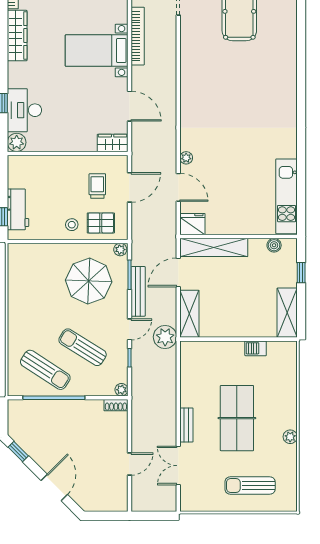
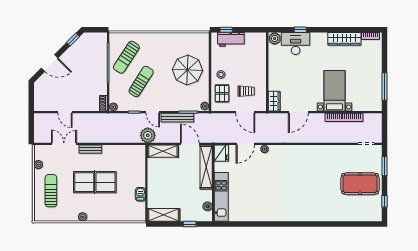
kitchen unit: (287, 196) -> (221, 197), moved, turned 90
parasol: (89, 281) -> (188, 70), moved
plant: (210, 505) -> (38, 165), added

